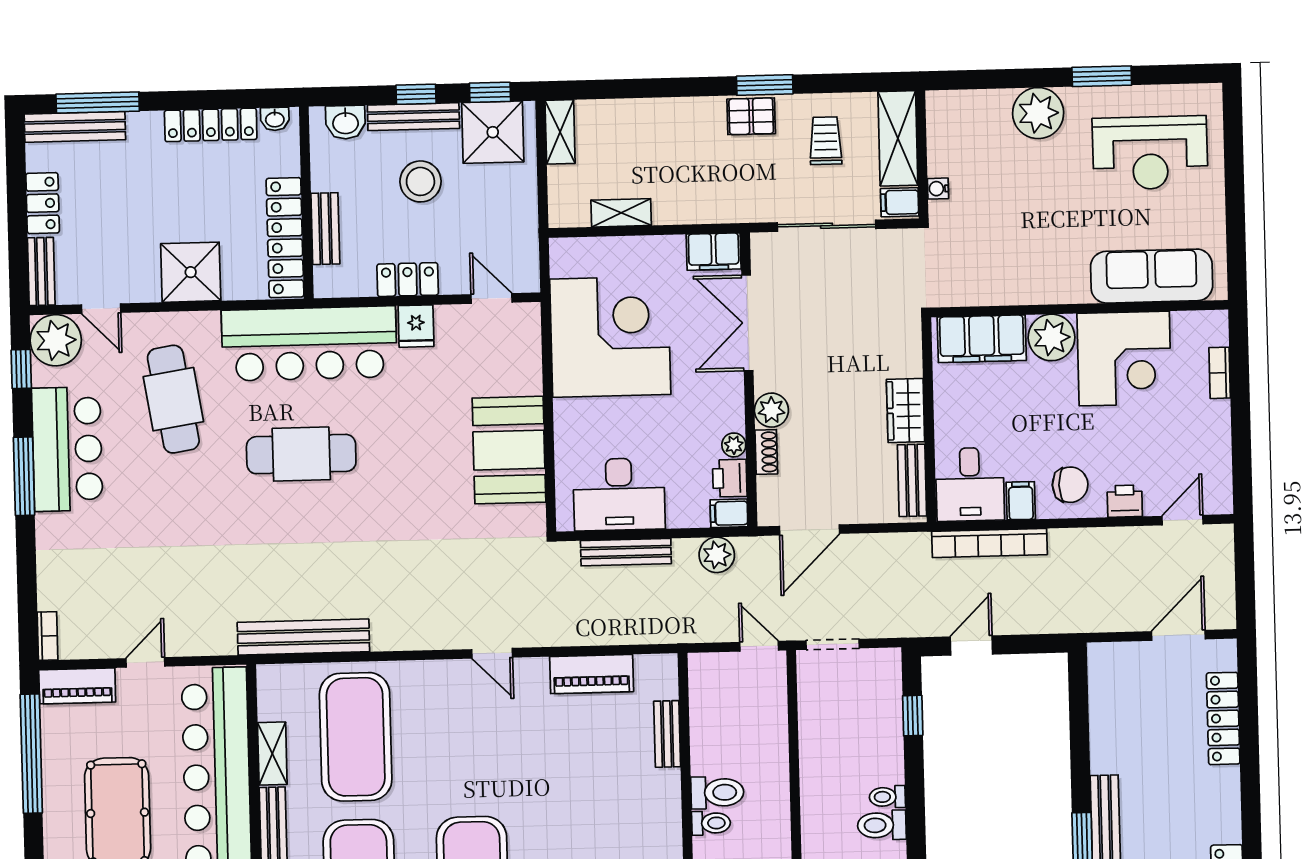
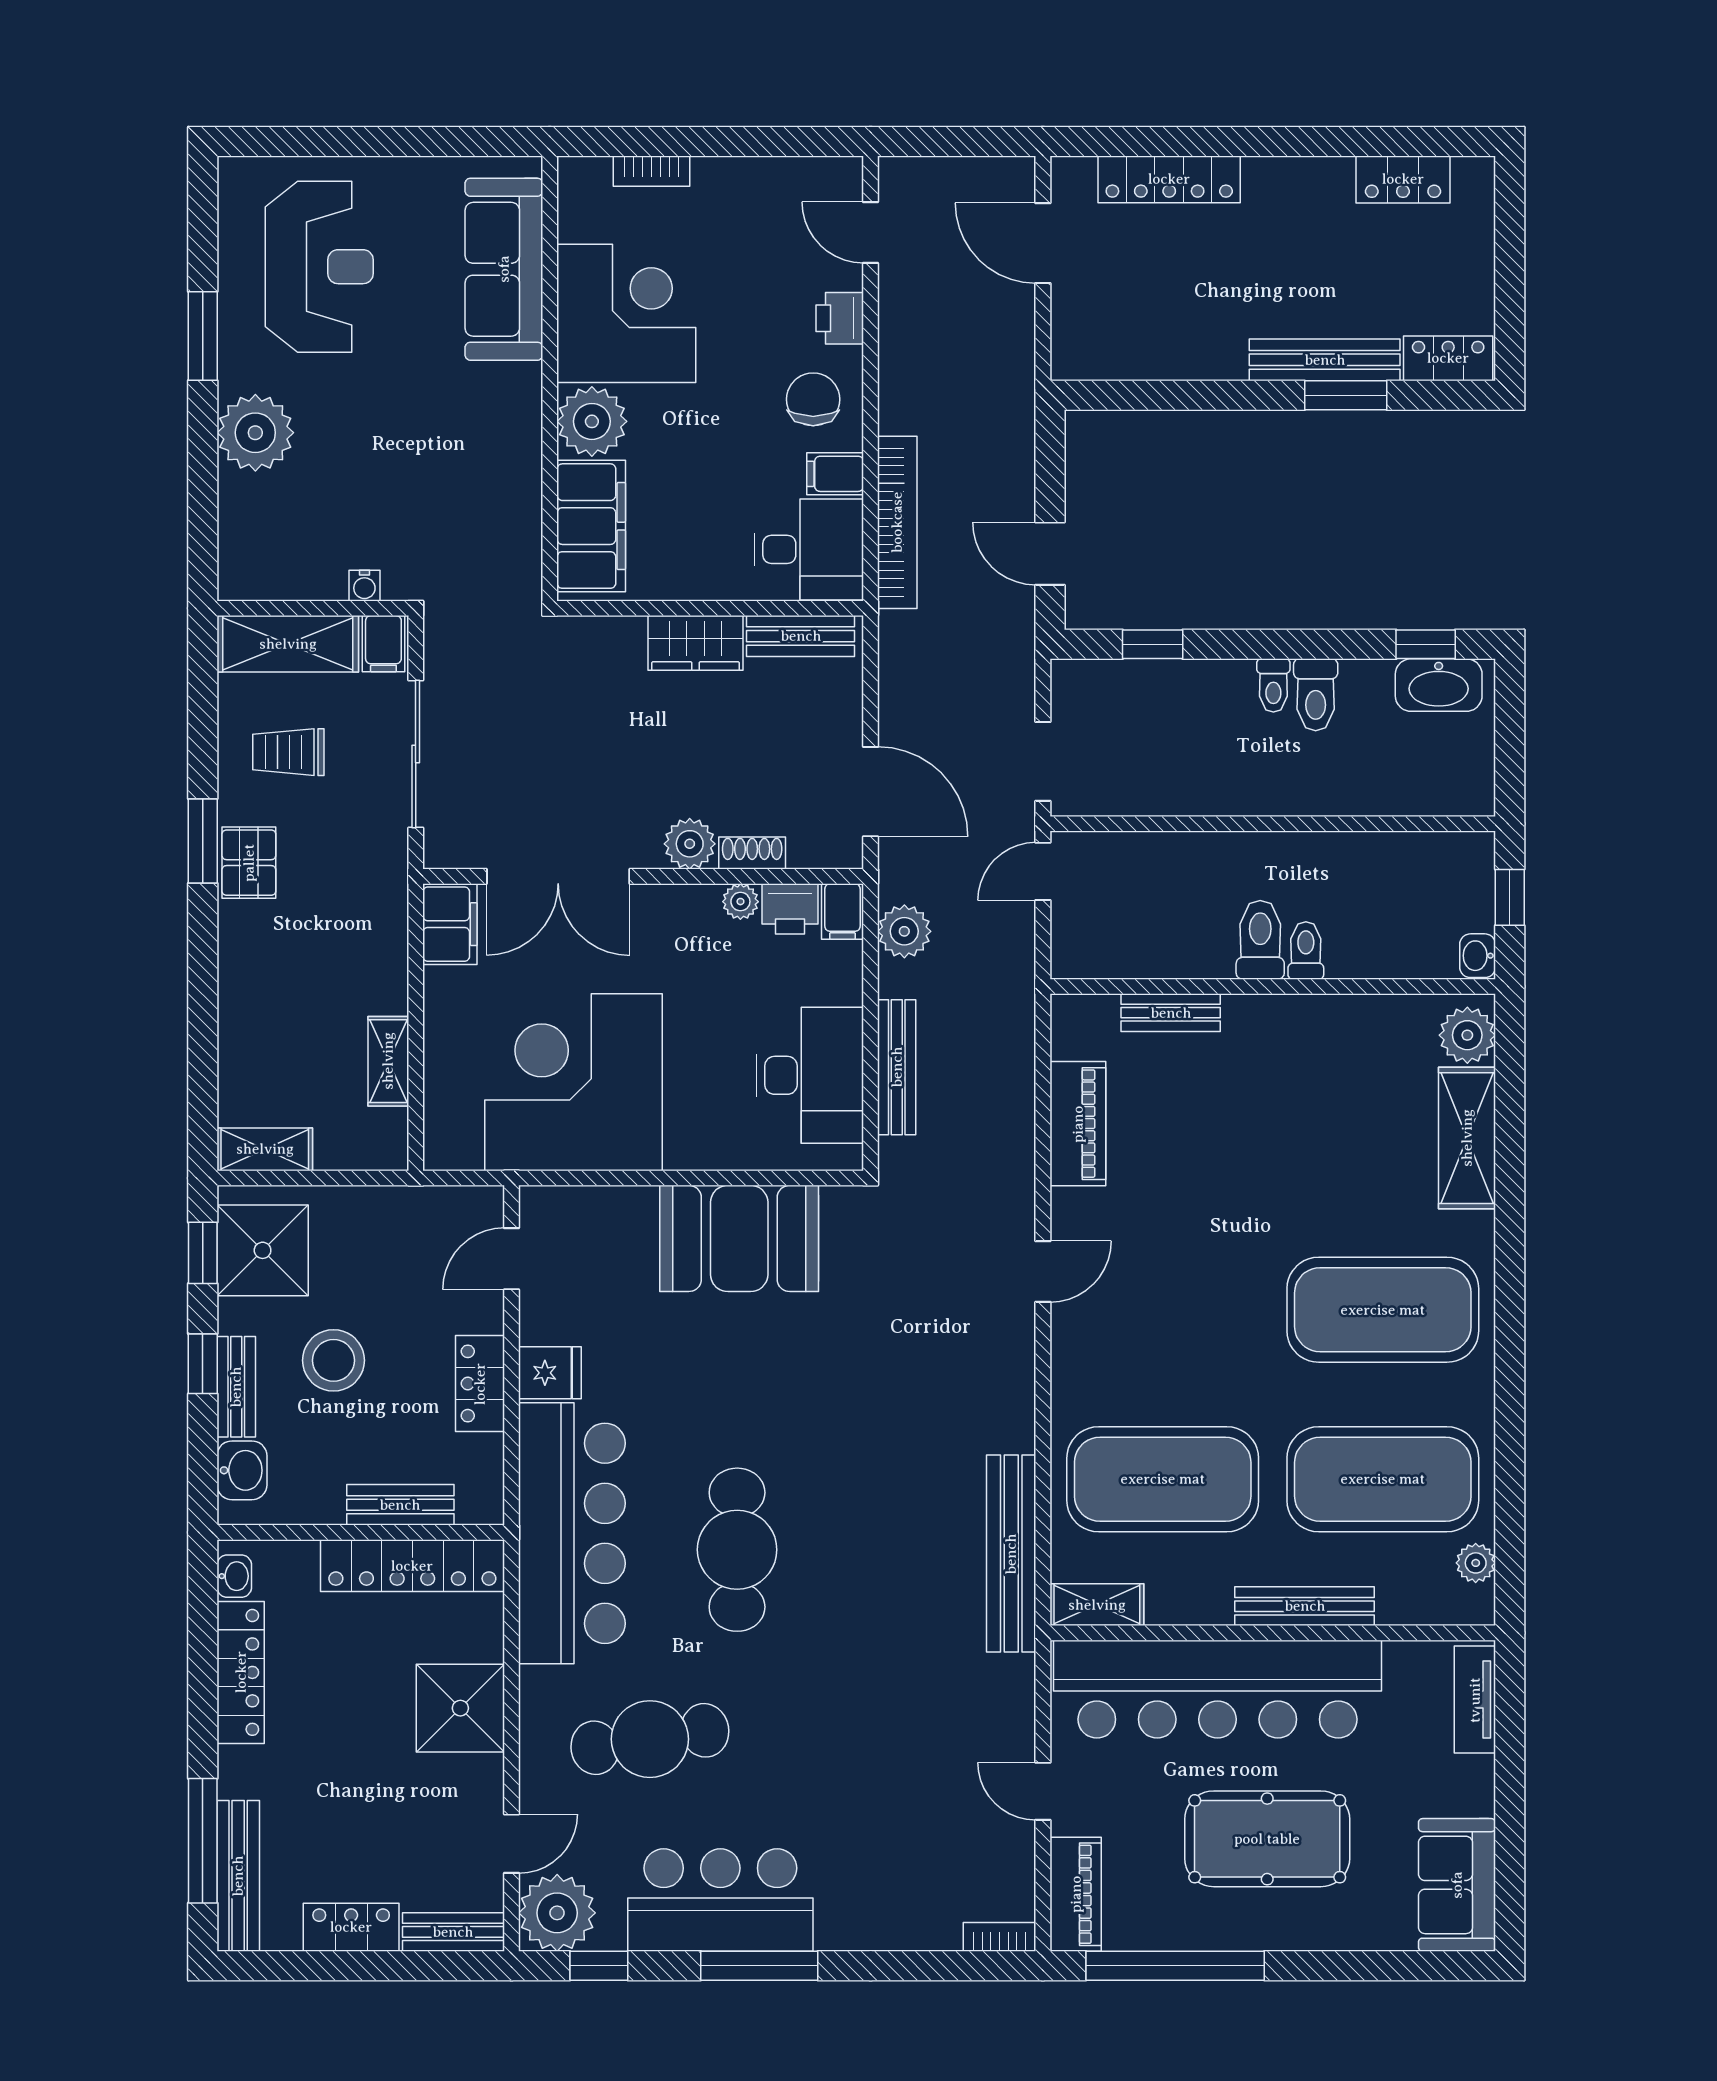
bench: (413, 117) -> (236, 1387), width x0.73
shelving: (272, 753) -> (1097, 1605), moved

